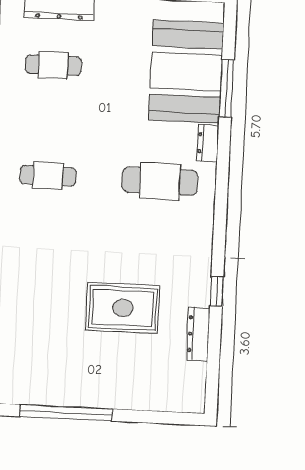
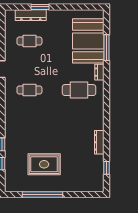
window: (217, 291) -> (107, 168), moved
rug: (123, 308) -> (44, 164), moved
dresser: (198, 334) -> (99, 142), moved

